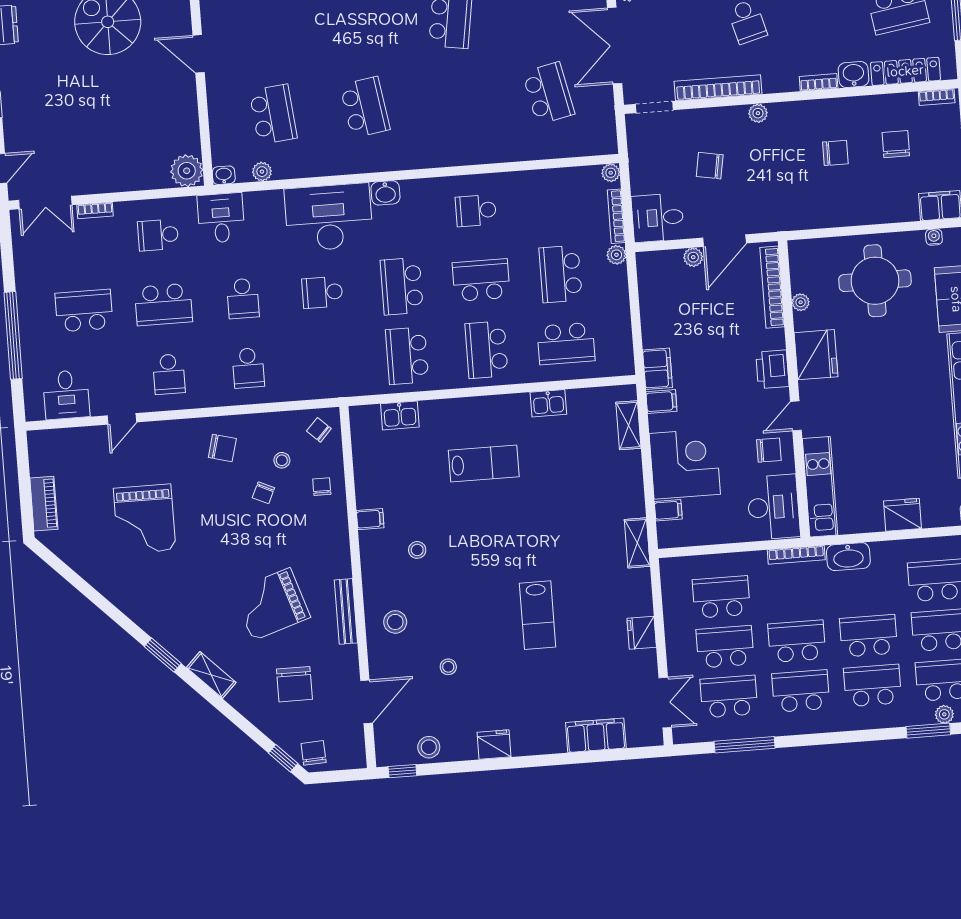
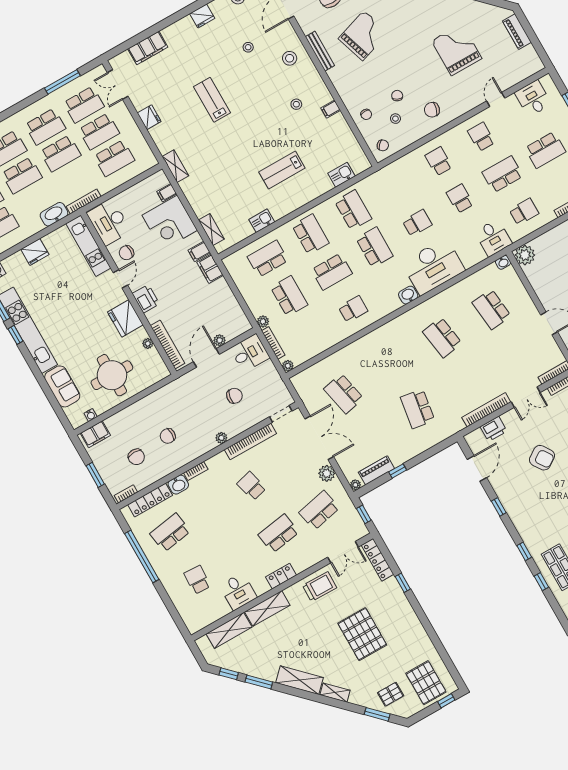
plant: (262, 172) -> (483, 274), removed

